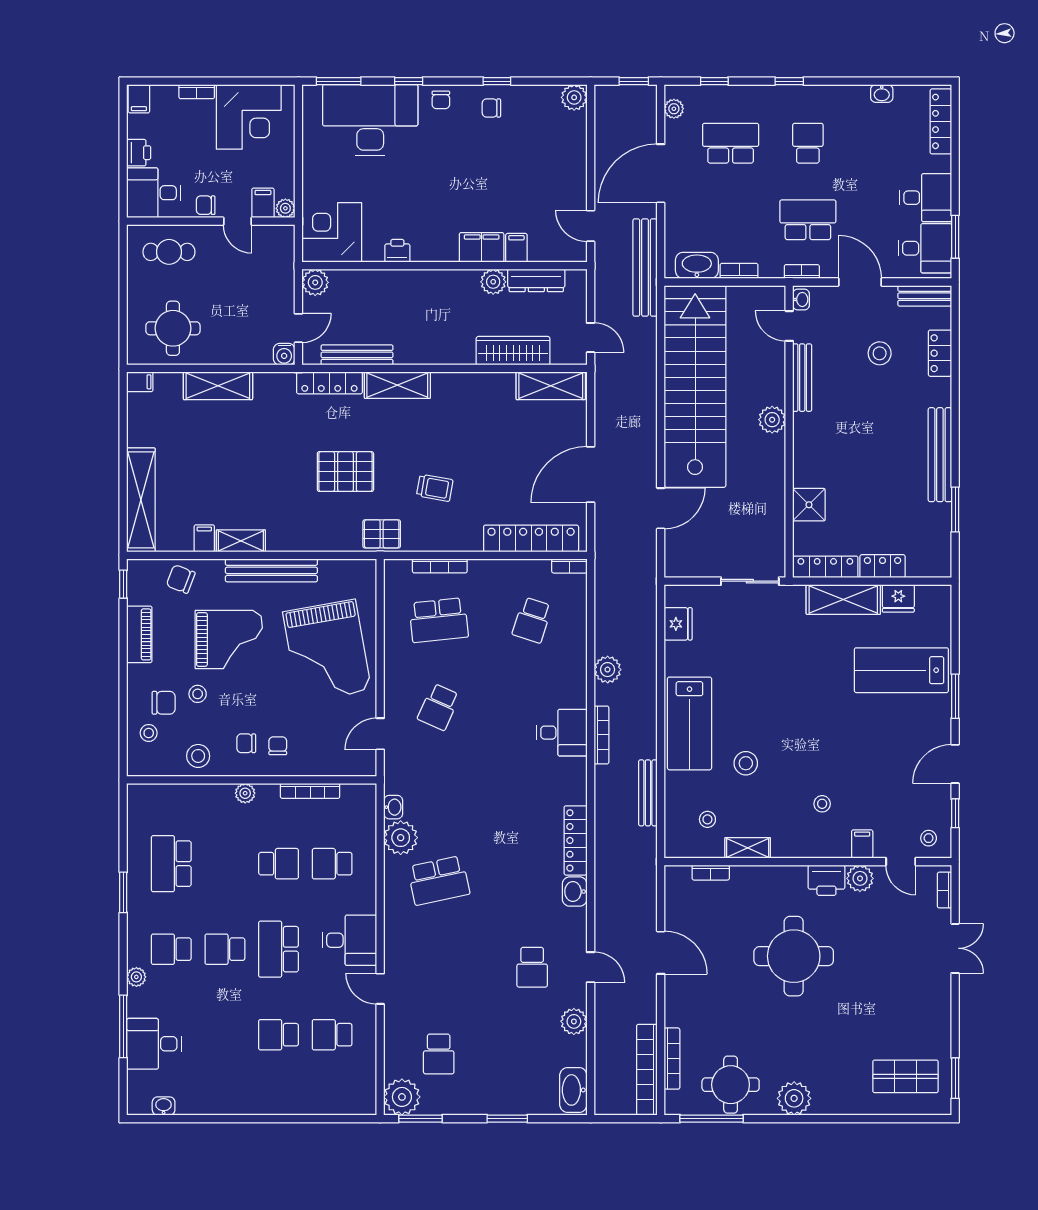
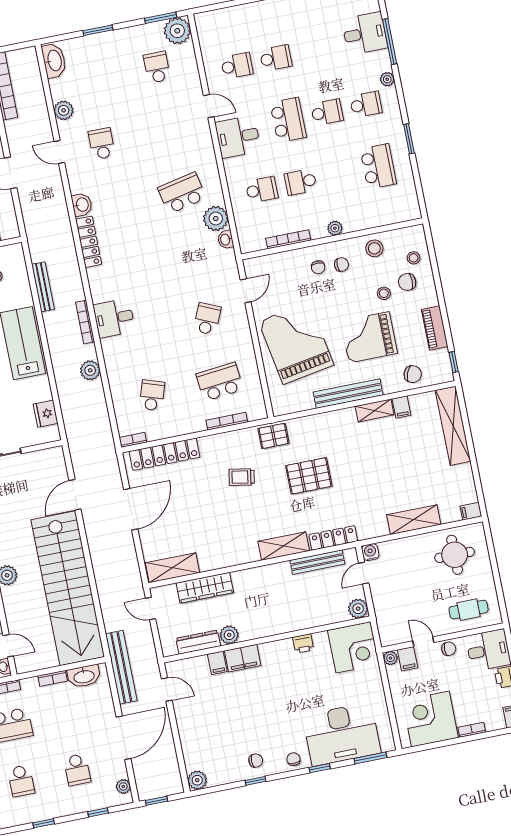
school desk: (731, 143) -> (77, 770), width x0.54

